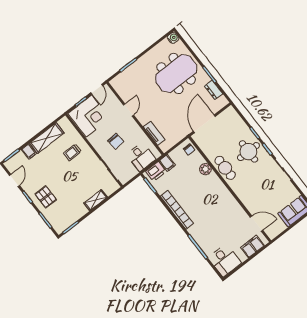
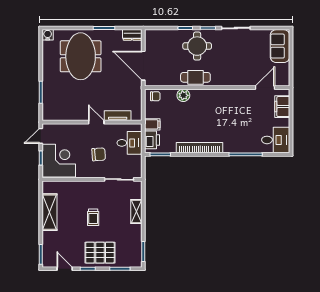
door: (97, 89) -> (41, 136), swing flipped
dresser: (213, 90) -> (132, 35), moved
door: (129, 110) -> (96, 122), moved
filing cabinet: (29, 152) -> (49, 237), removed
trolley: (72, 152) -> (93, 217), moved
pallet: (46, 197) -> (100, 253), width x1.50, depth x1.42

